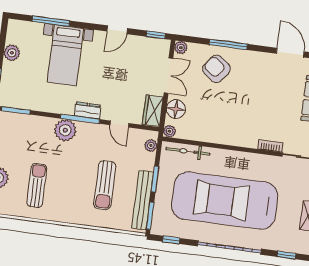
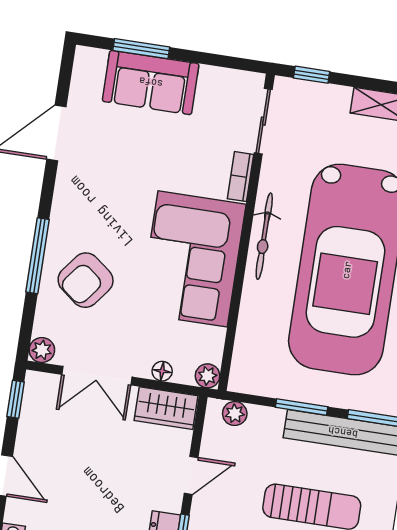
double door: (168, 76) -> (97, 376), swing flipped
floor lamp: (176, 109) -> (162, 371), width x0.53, depth x0.53
corner sofa: (228, 123) -> (193, 259), added
bicycle: (188, 151) -> (264, 236), moved

